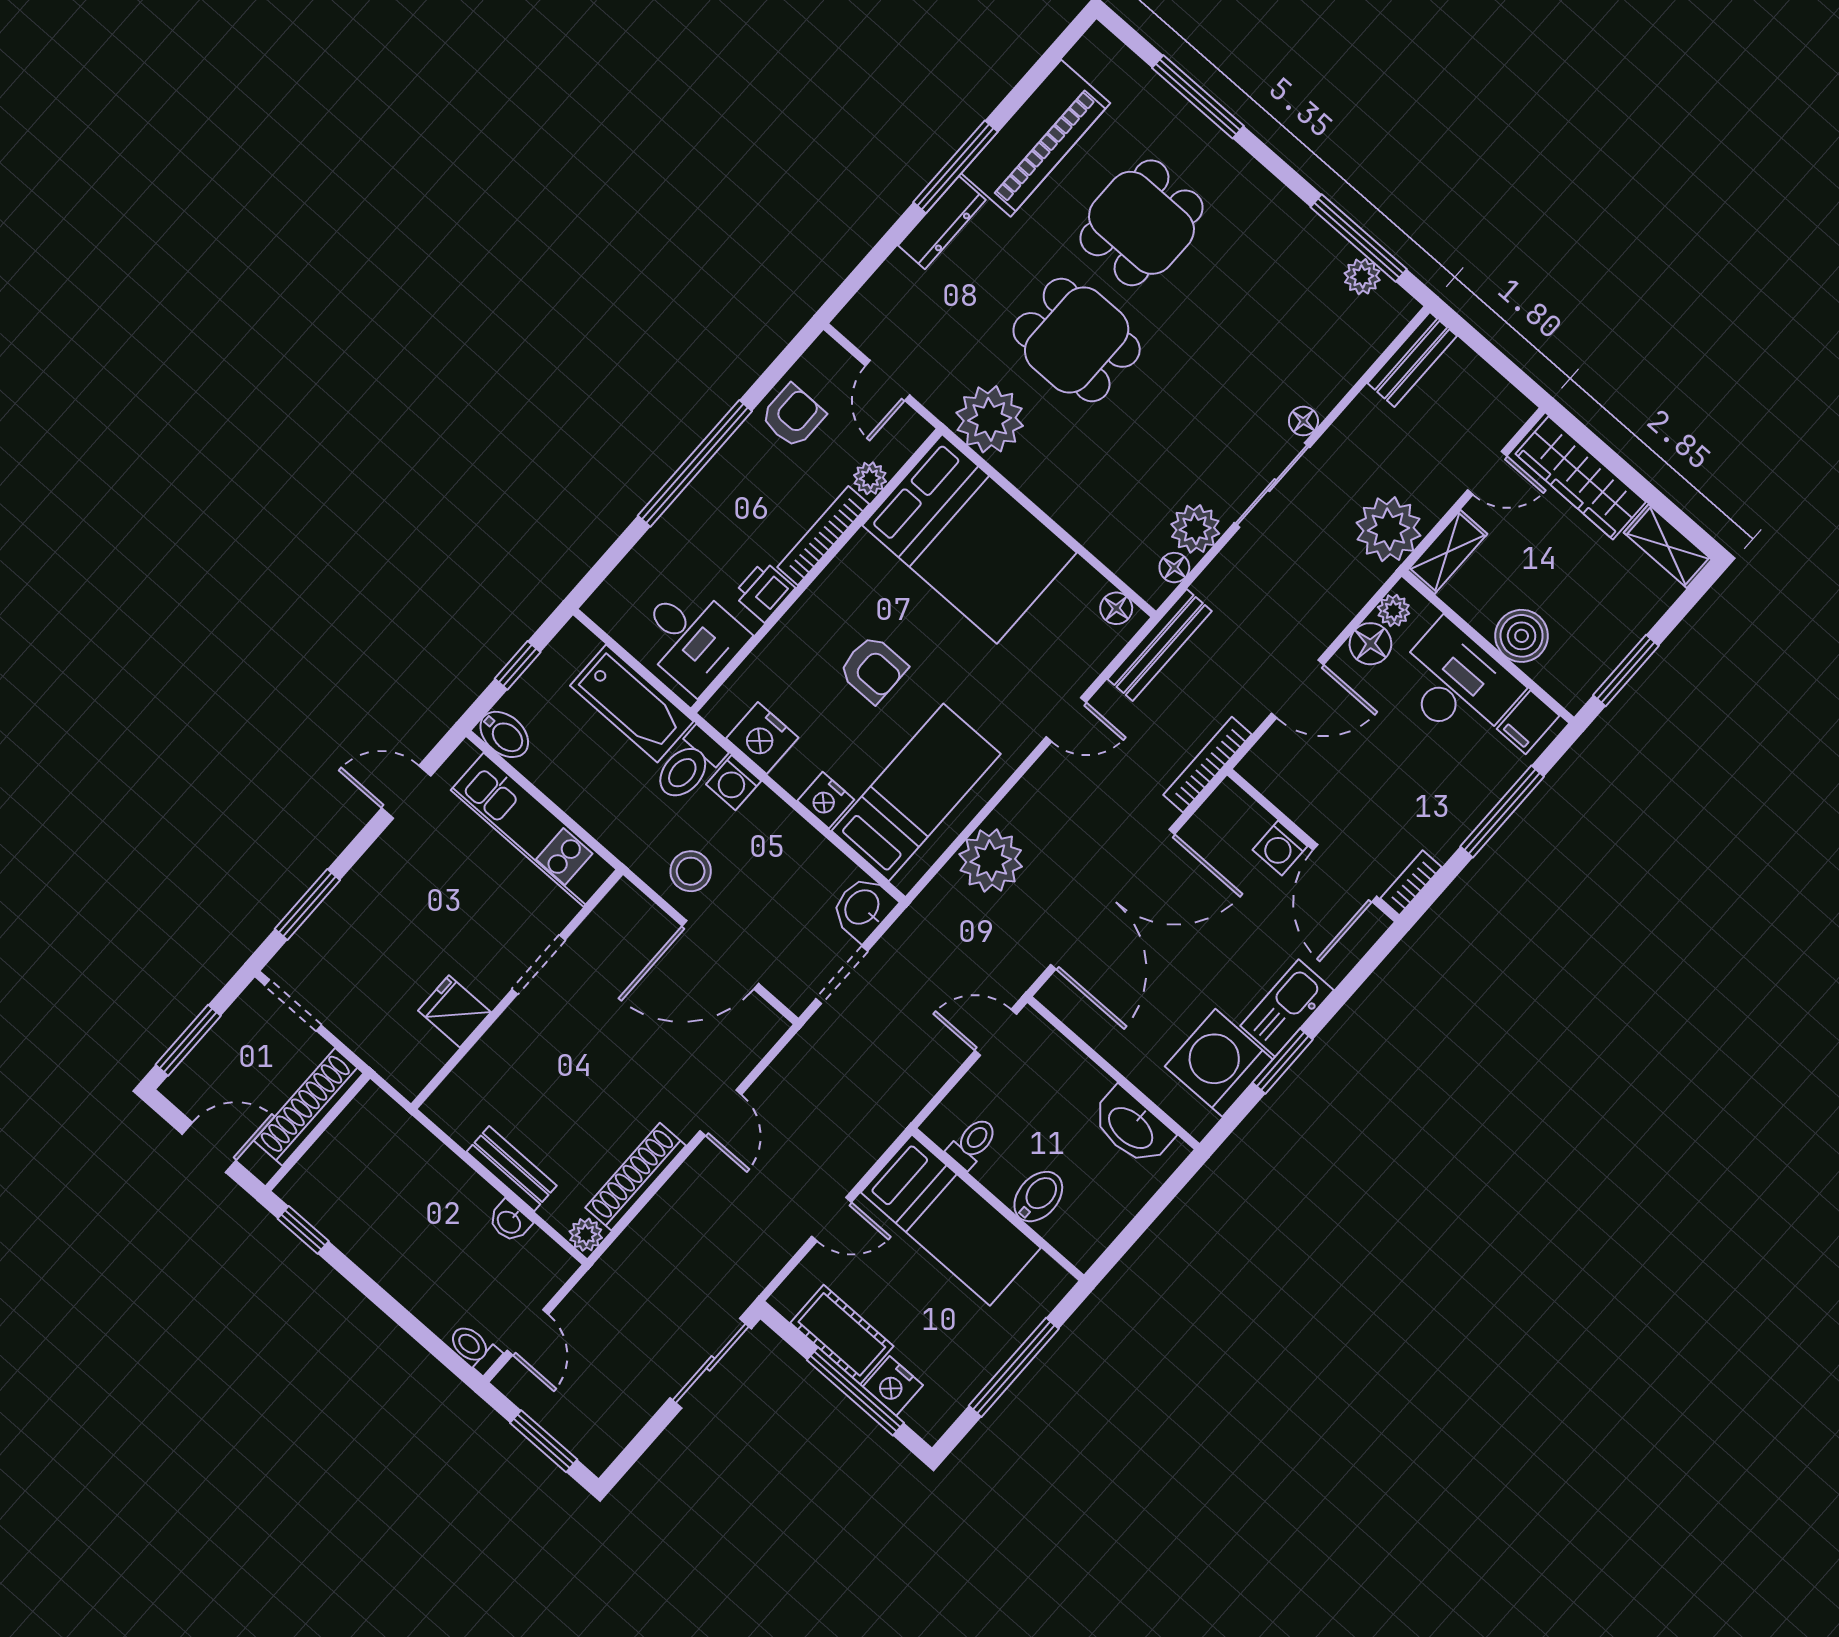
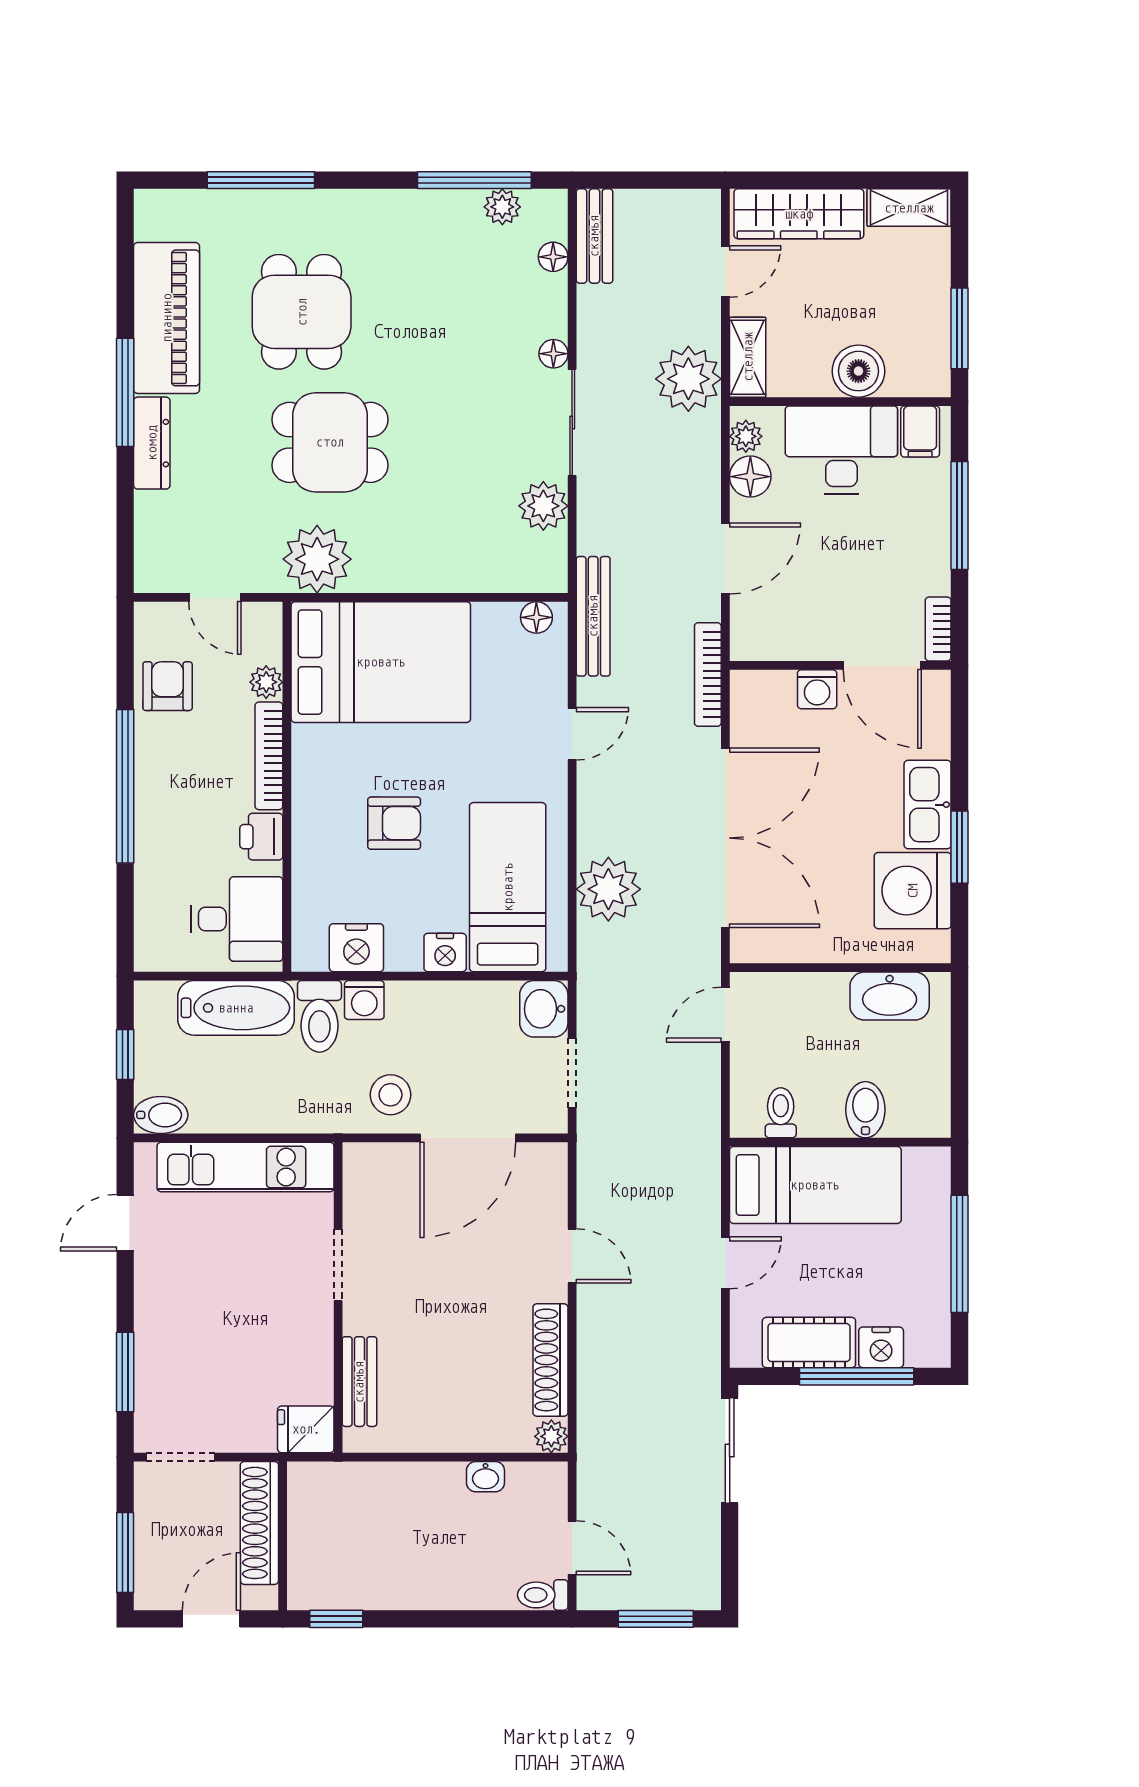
floor lamp: (1174, 568) -> (553, 257), moved
fridge: (454, 1011) -> (306, 1429), moved
bench: (512, 1169) -> (359, 1382), moved, turned 90

